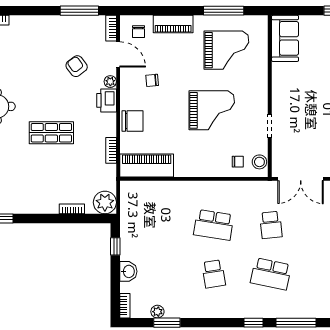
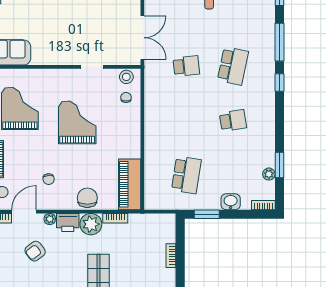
plant: (105, 202) -> (91, 224), moved
school desk: (214, 225) -> (186, 175), moved
window: (115, 246) -> (207, 214), width x1.50

